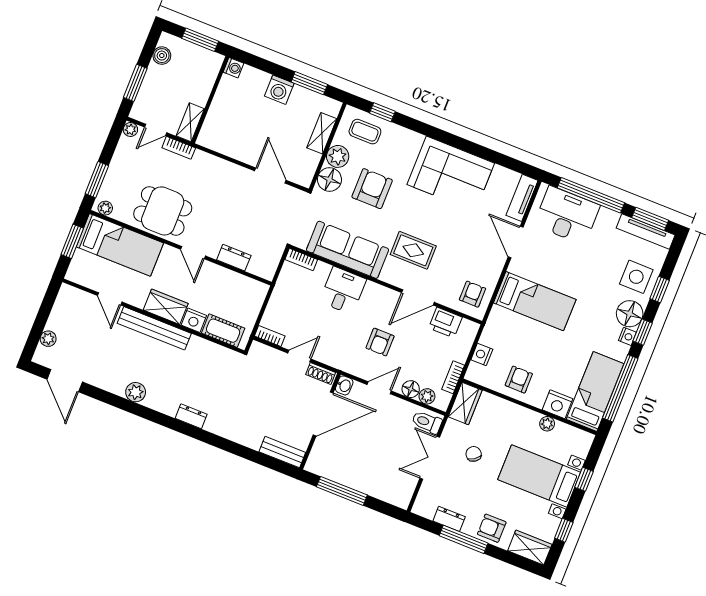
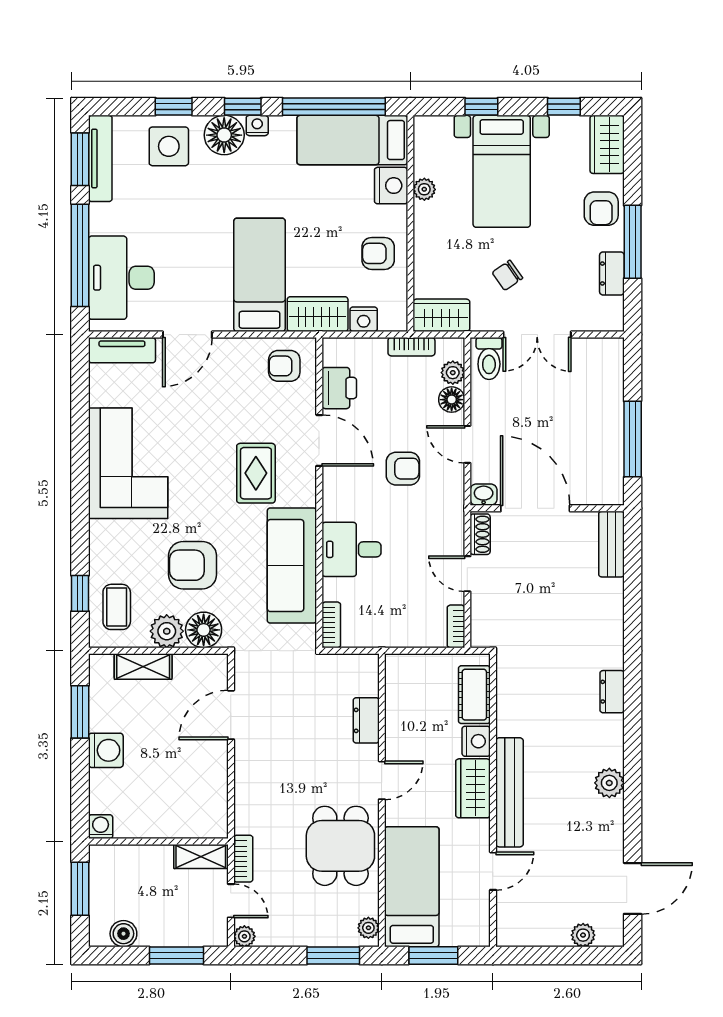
wardrobe: (496, 327) -> (318, 314), added

